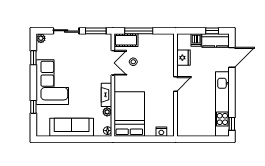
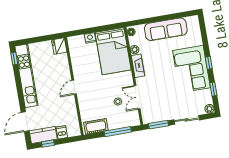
cot: (126, 40) -> (96, 126), moved
fridge: (183, 58) -> (59, 46), moved
window: (33, 107) -> (209, 63), moved
nightstand: (161, 132) -> (90, 38), moved

